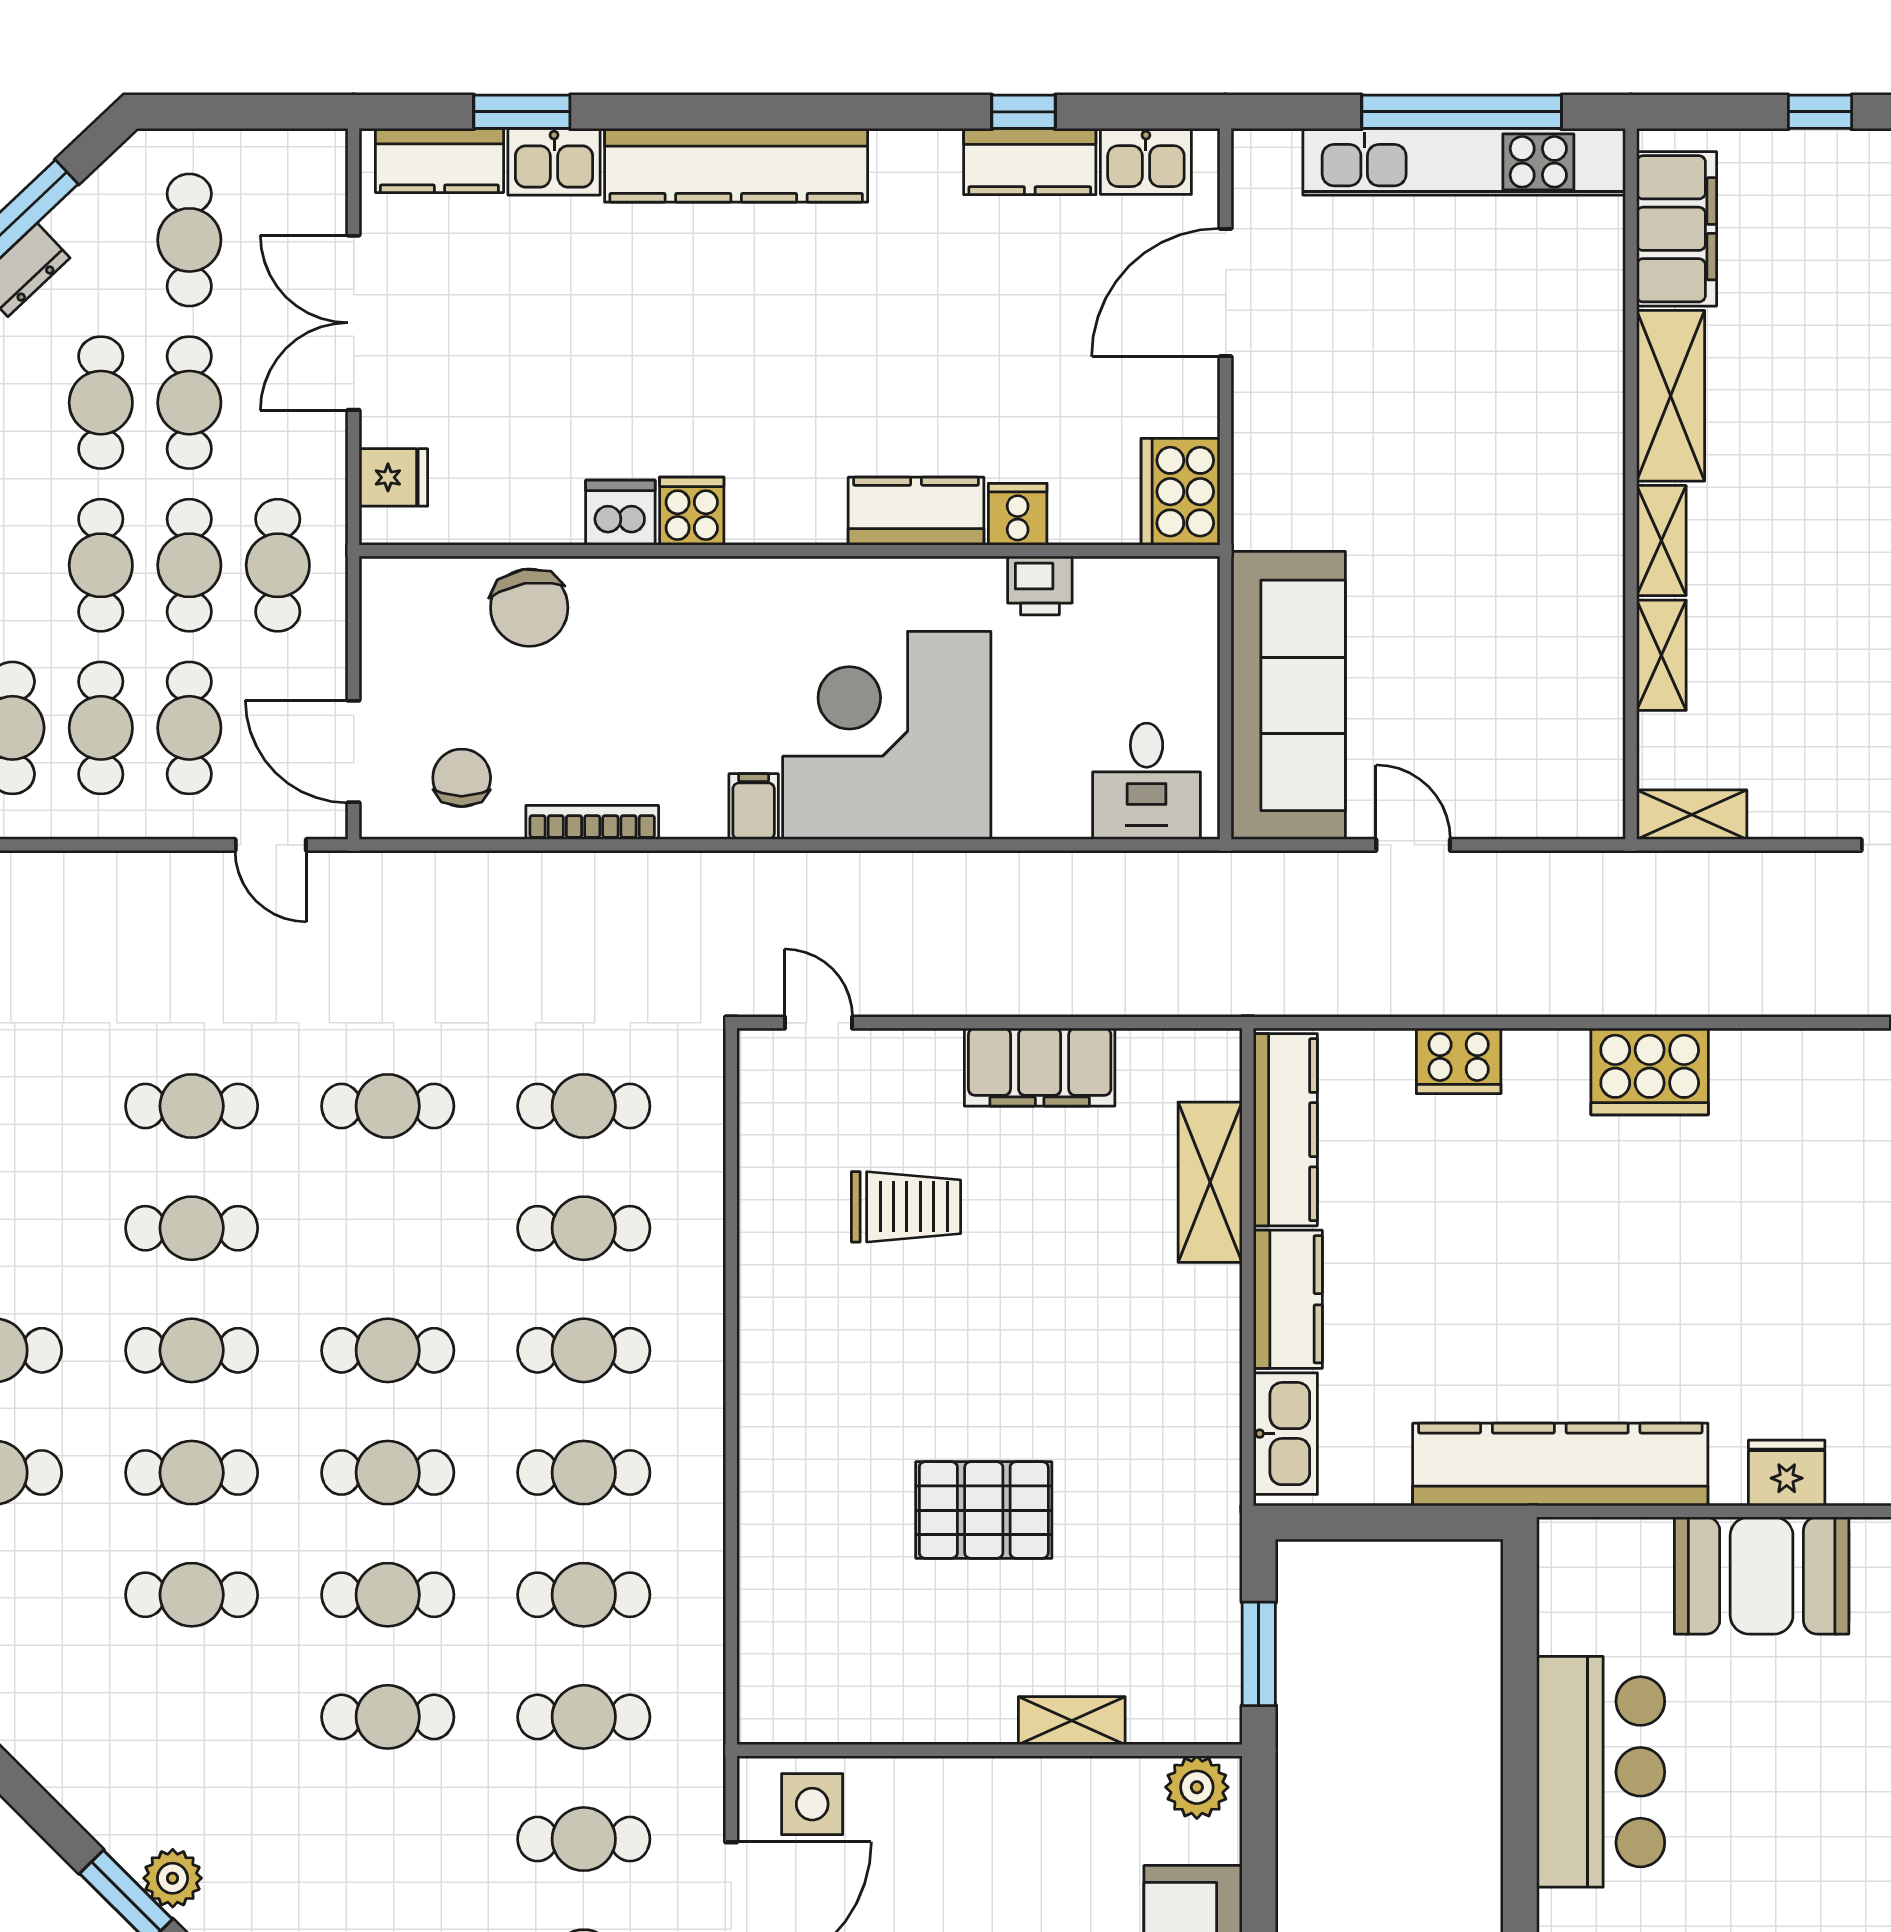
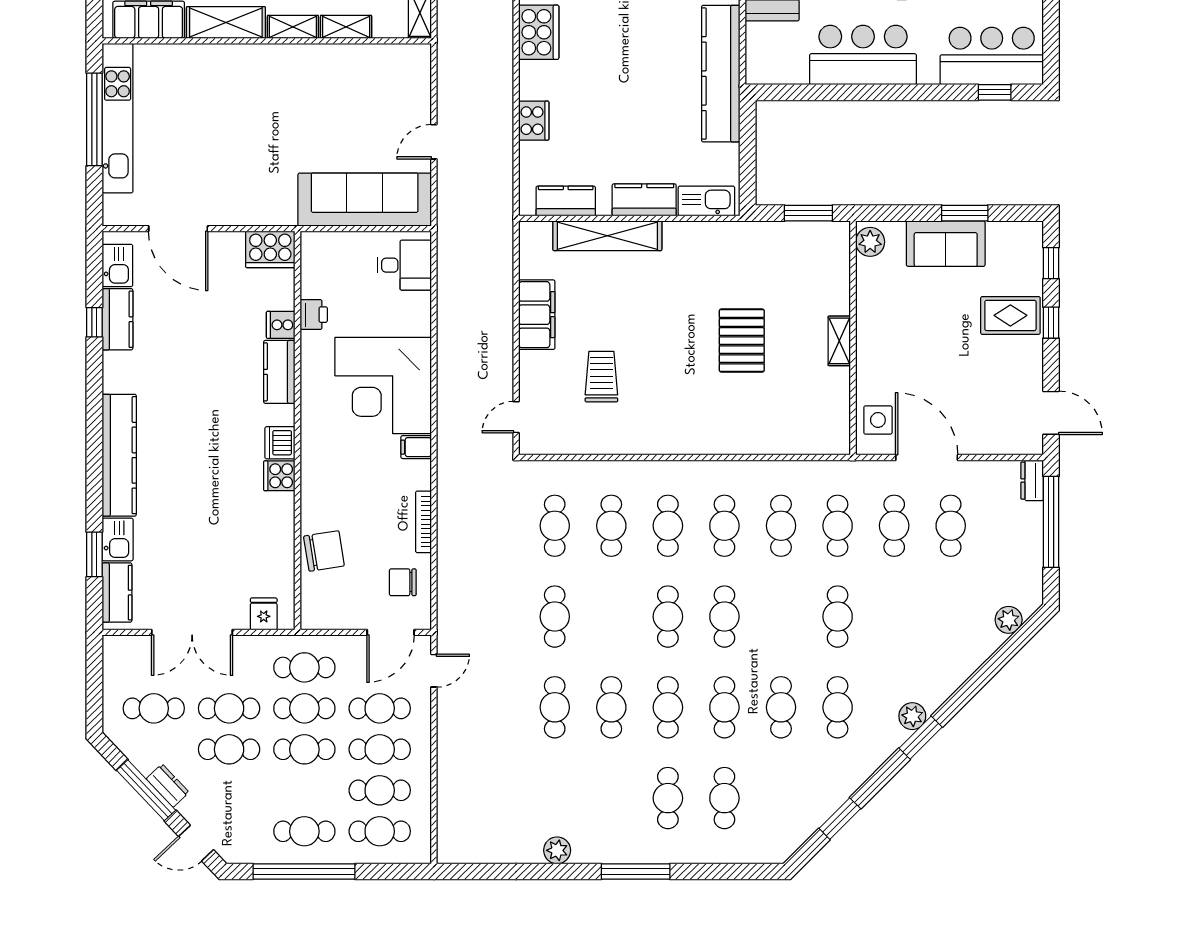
dishwasher: (620, 513) -> (280, 443), moved
kitchen counter: (1285, 1130) -> (566, 201), width x0.67
shelving: (1210, 1182) -> (607, 236), width x1.47
cafe table: (388, 1595) -> (838, 707), moved
shelving: (1072, 1721) -> (839, 341), moved

